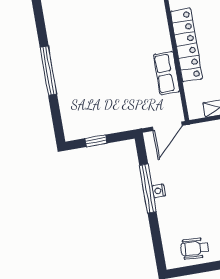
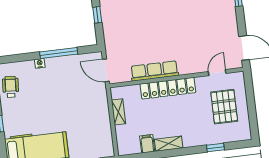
row of seats: (167, 73) -> (154, 71), width x1.48
nightstand: (159, 191) -> (40, 63), moved

